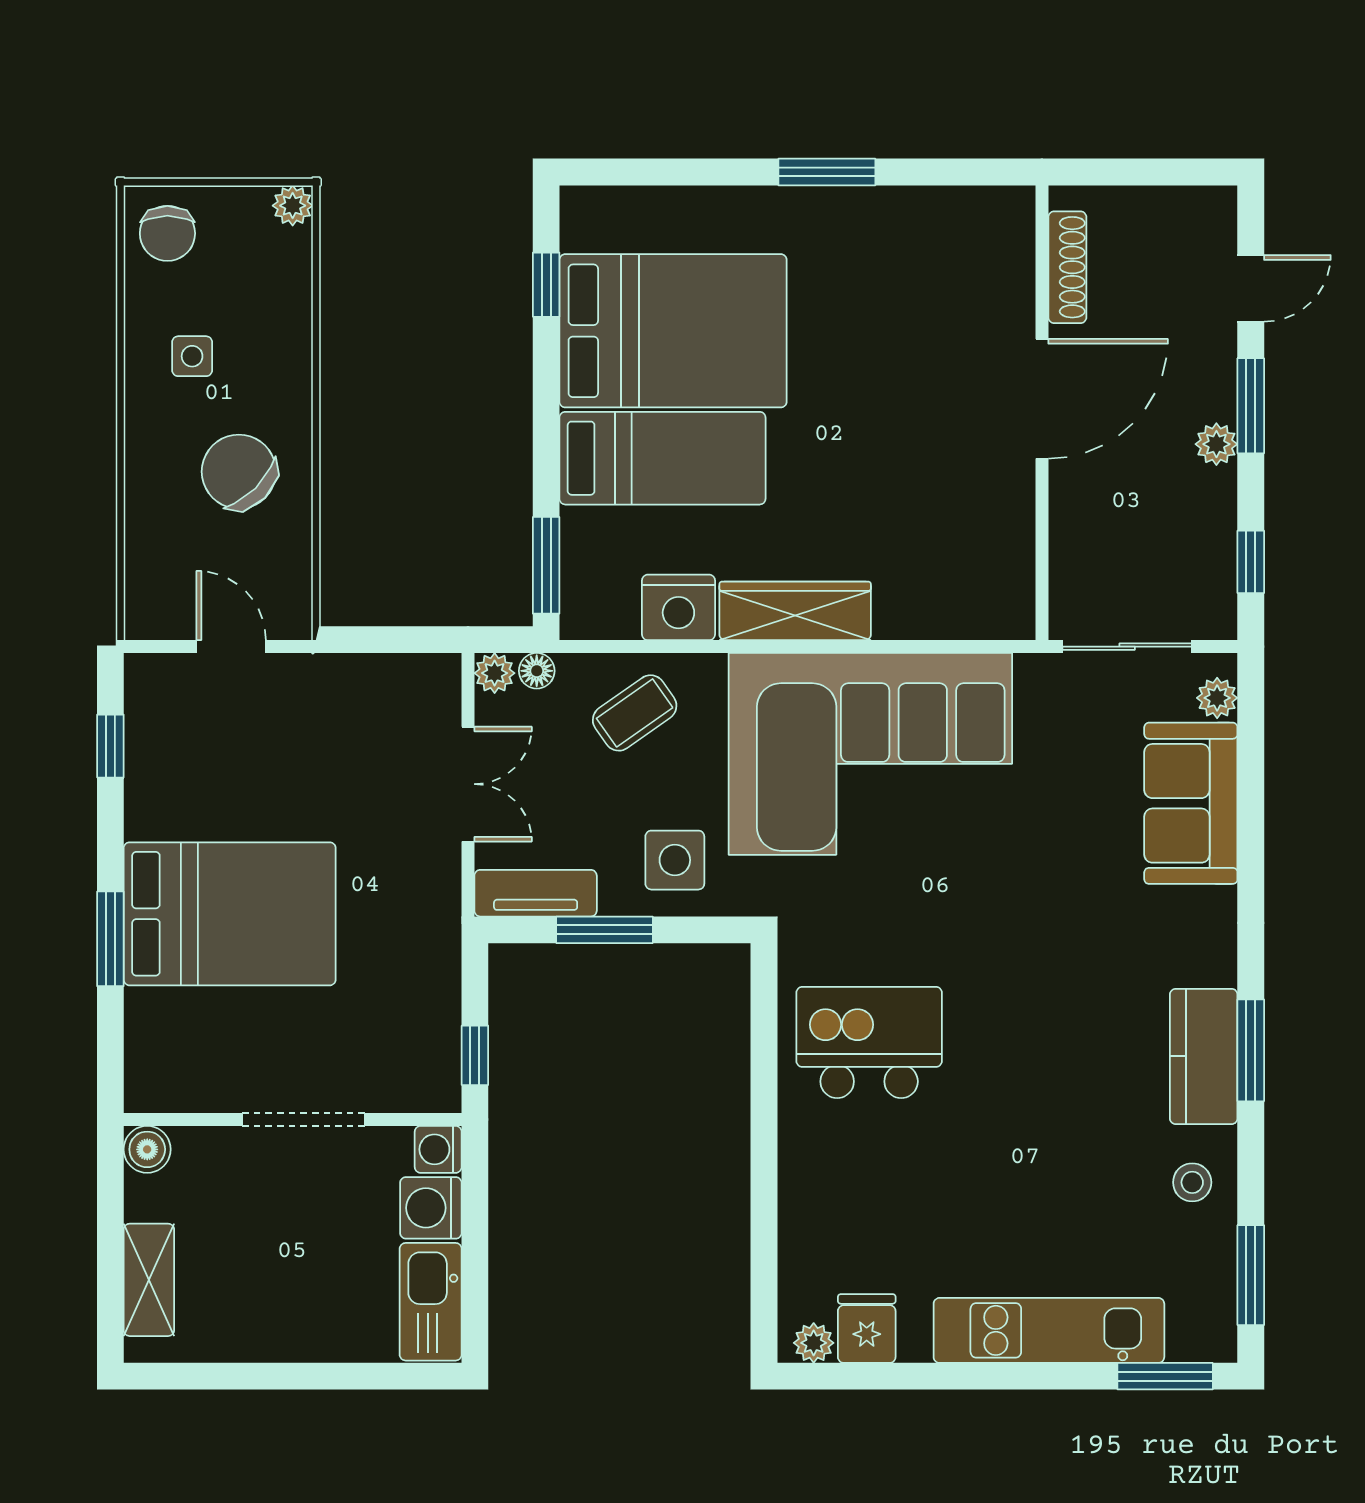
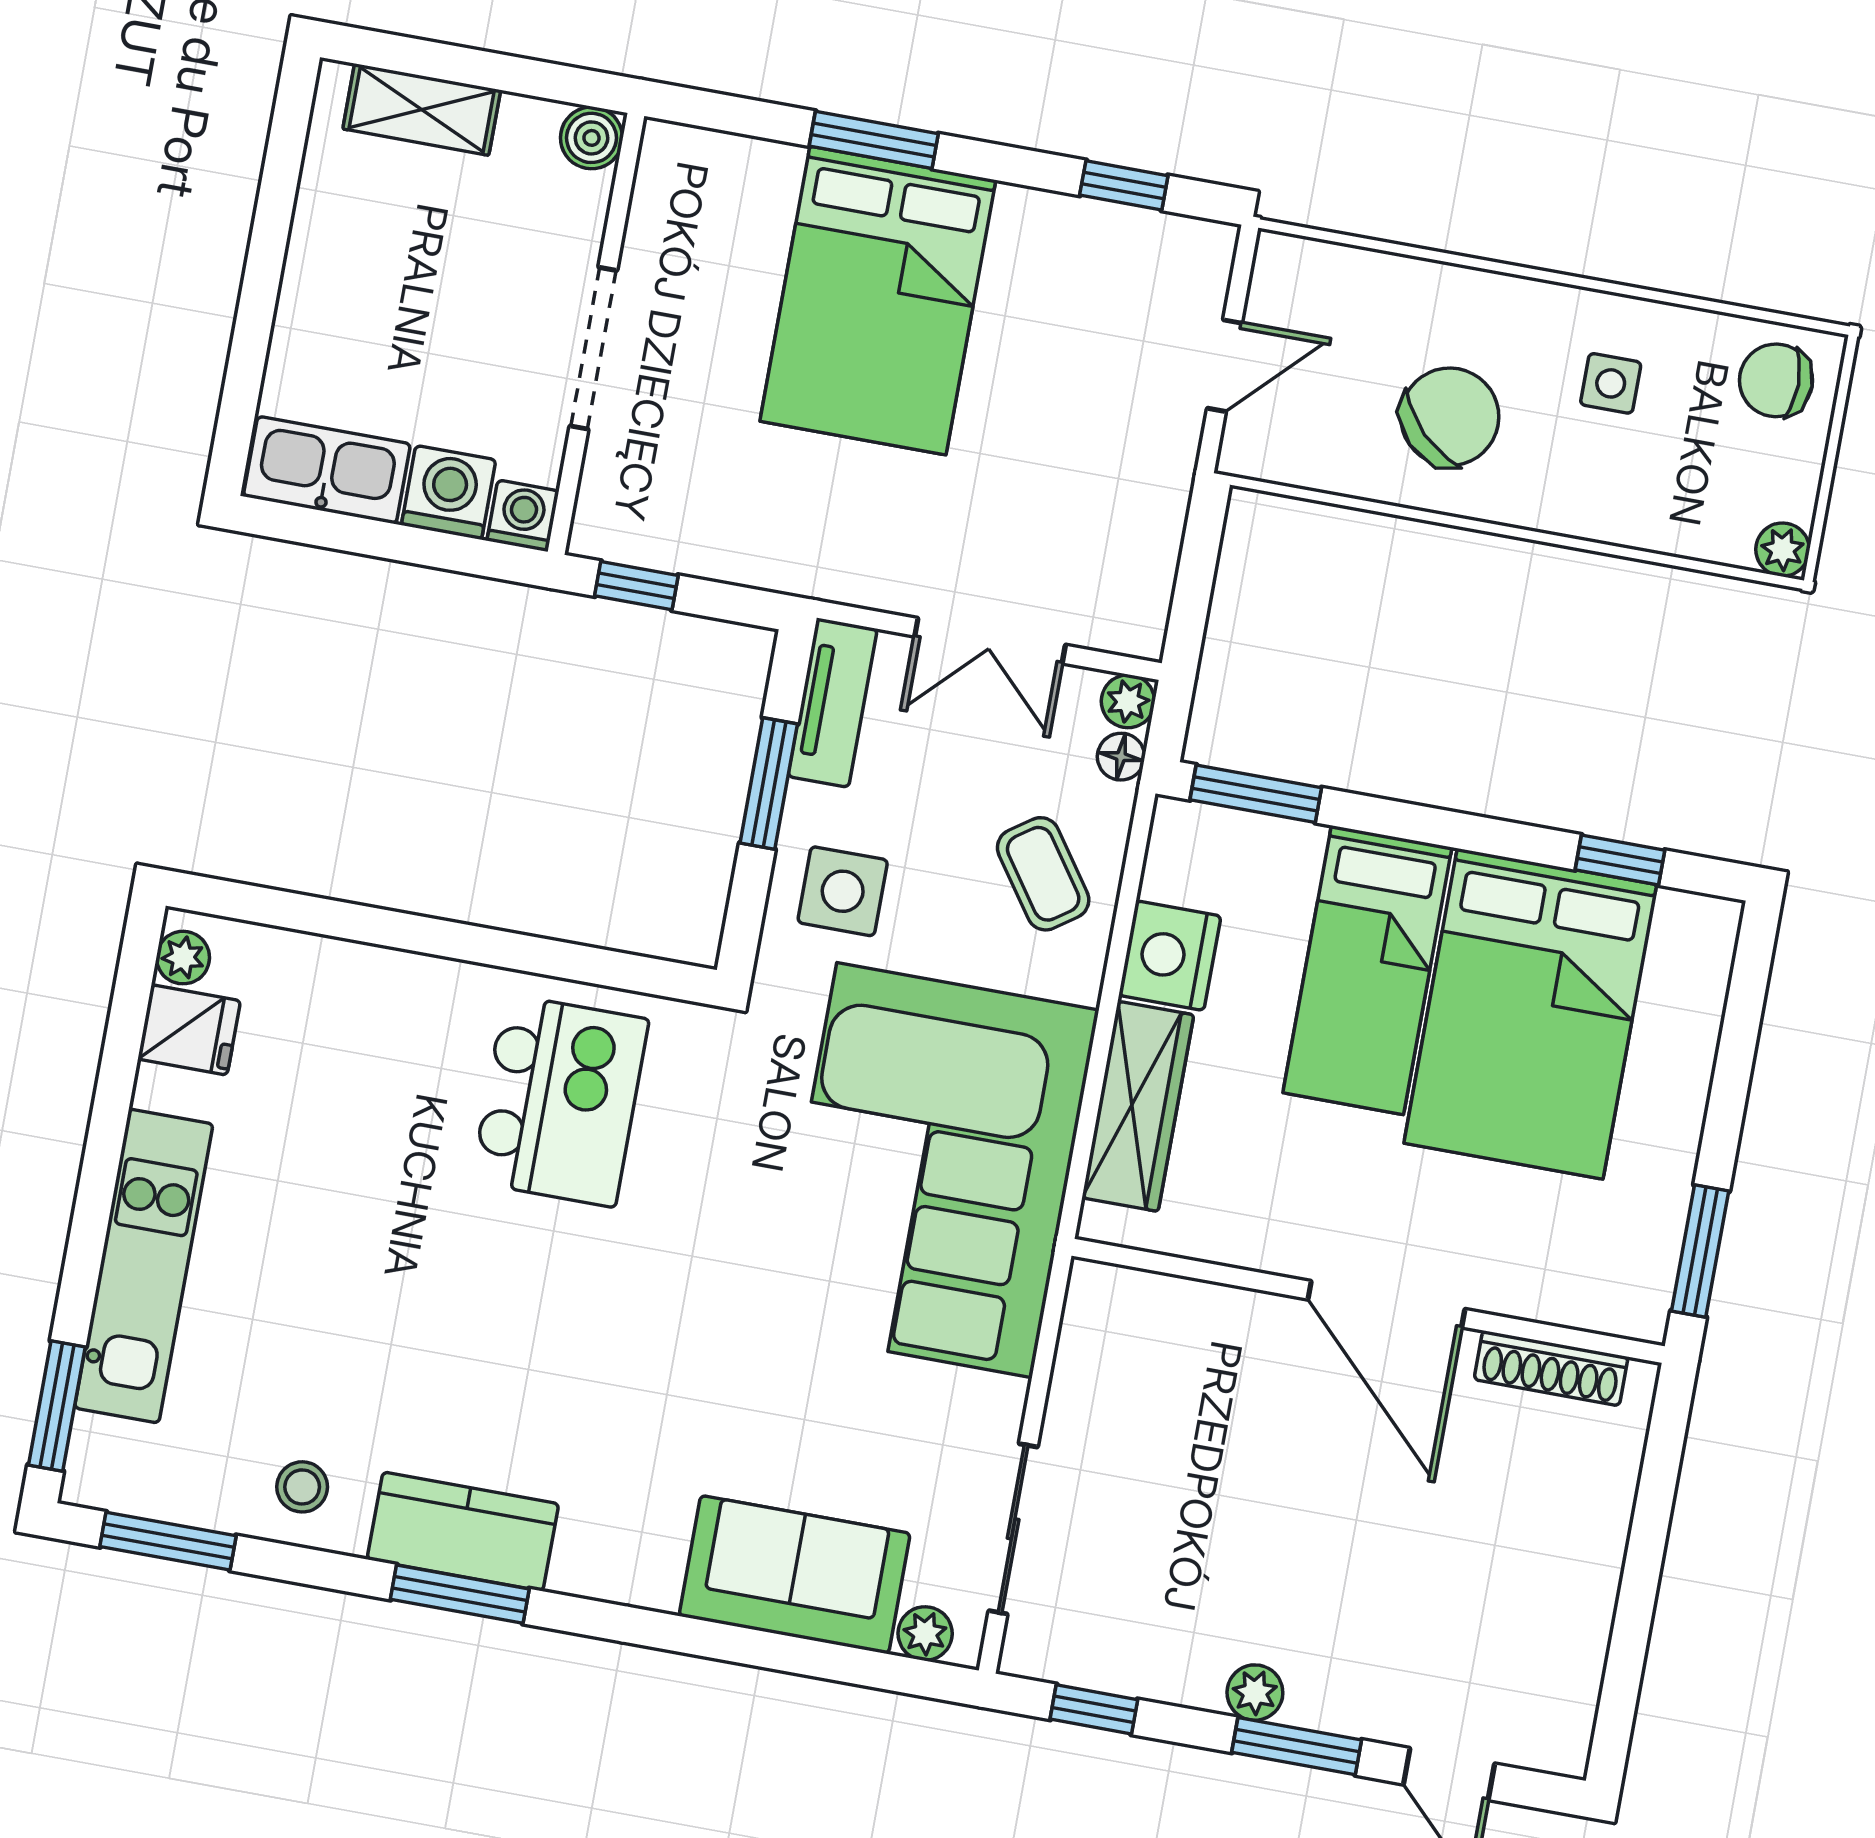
shoe rack: (1067, 267) -> (1551, 1368), moved
door: (1042, 399) -> (1386, 1304), moved
wall: (1042, 413) -> (1368, 1301), moved

